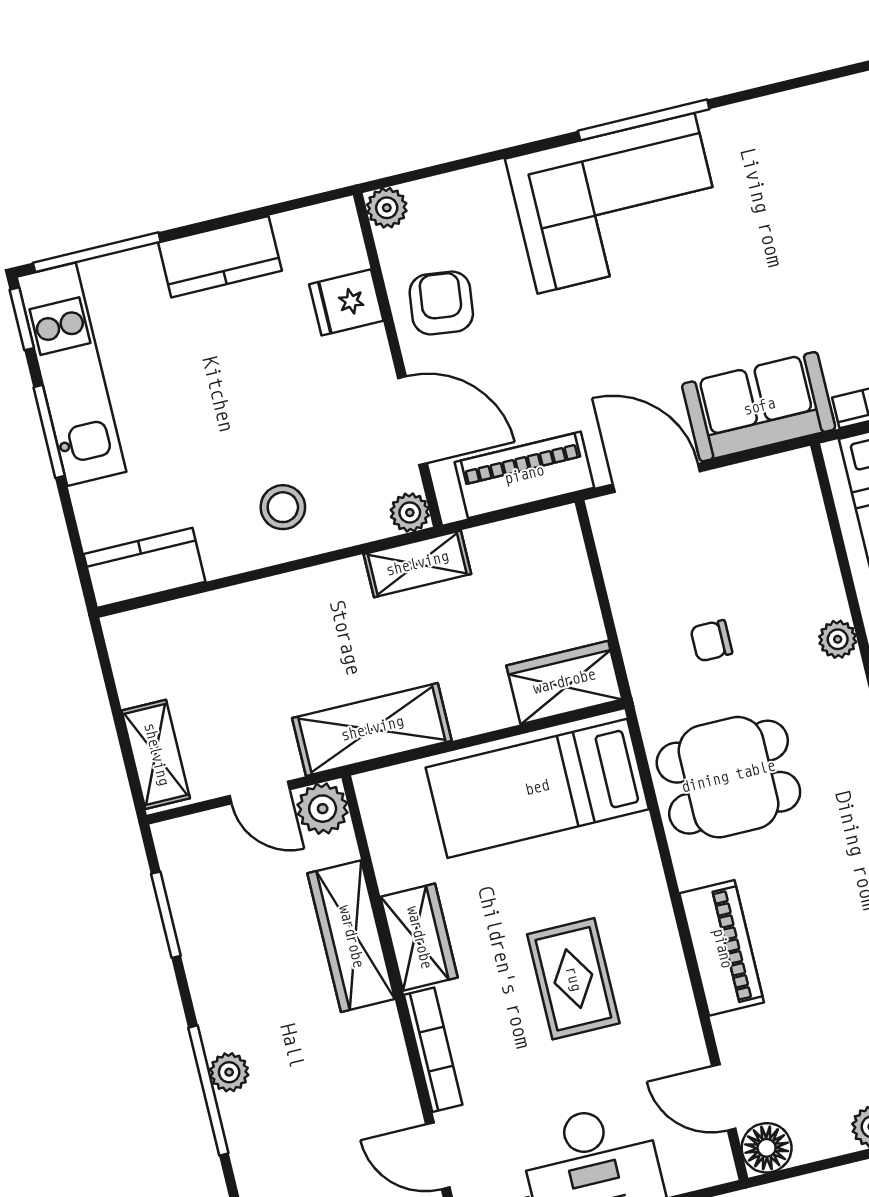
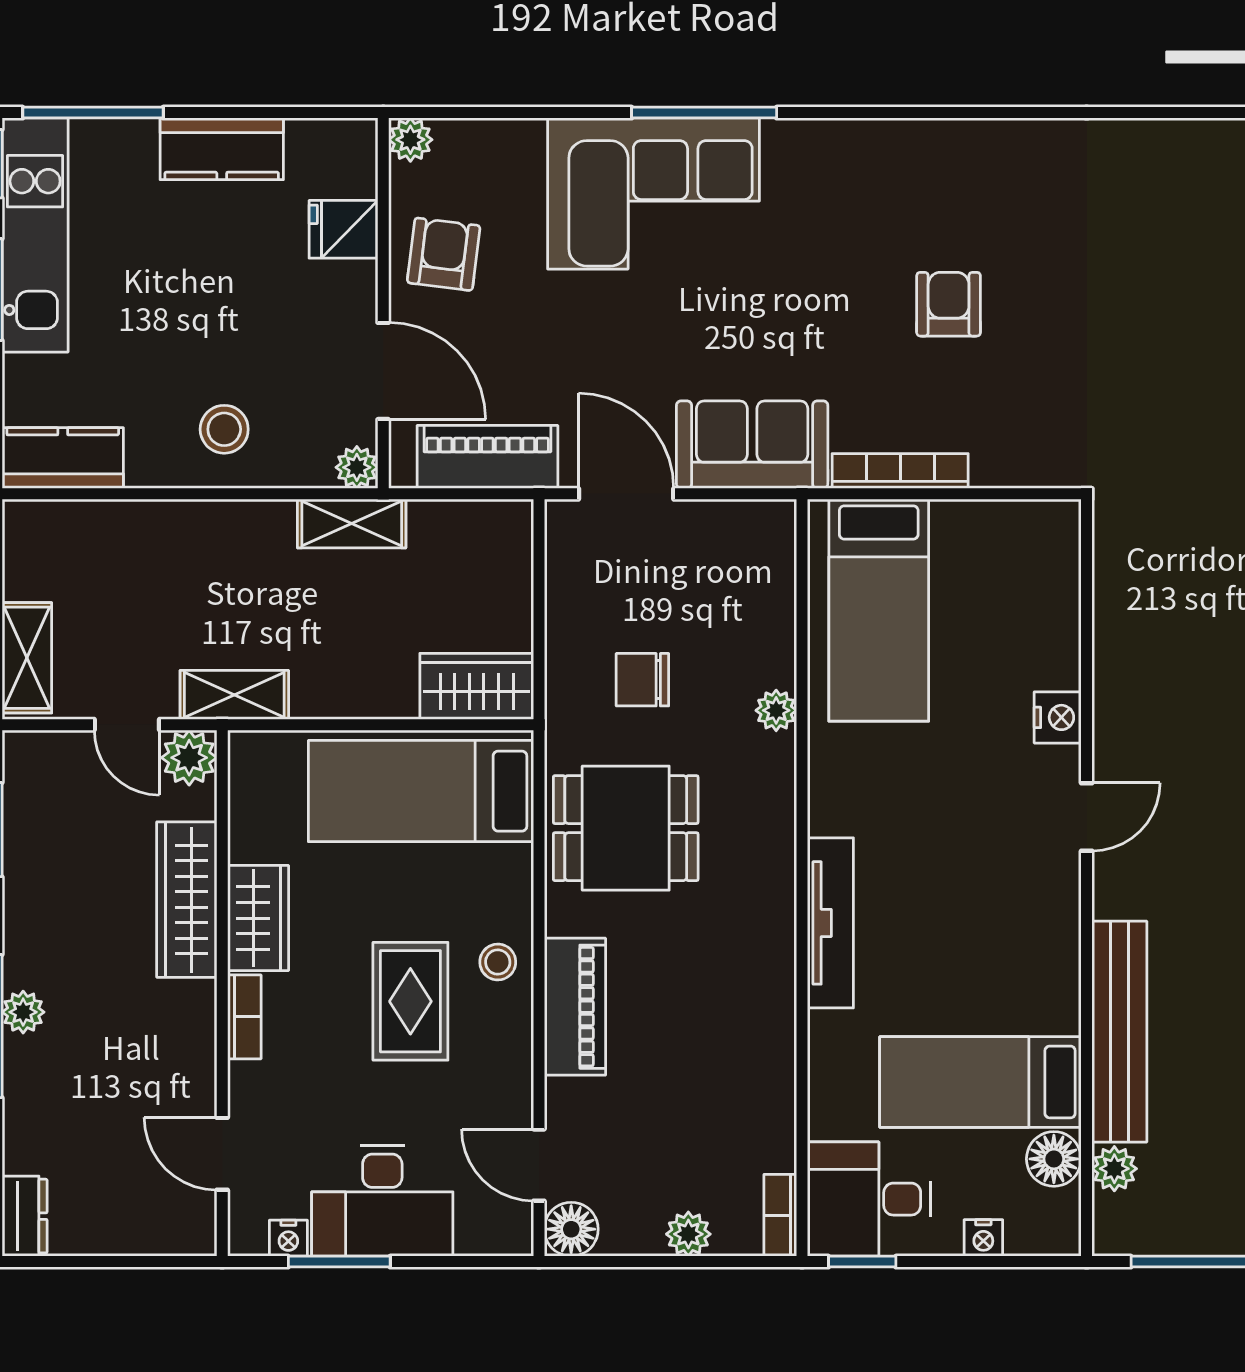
chair: (711, 641) -> (642, 680), width x1.37, depth x1.37
shelving: (372, 729) -> (234, 695), width x0.67, depth x0.75
stool: (643, 925) -> (498, 962), added
bookcase: (433, 1050) -> (244, 1017), width x0.64

